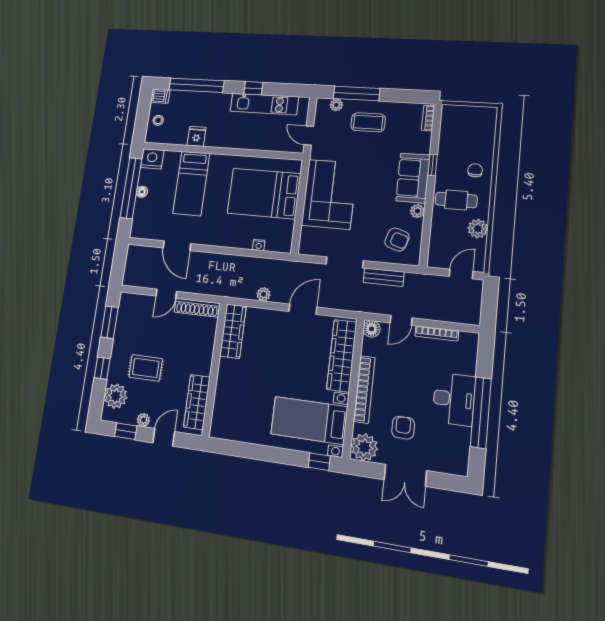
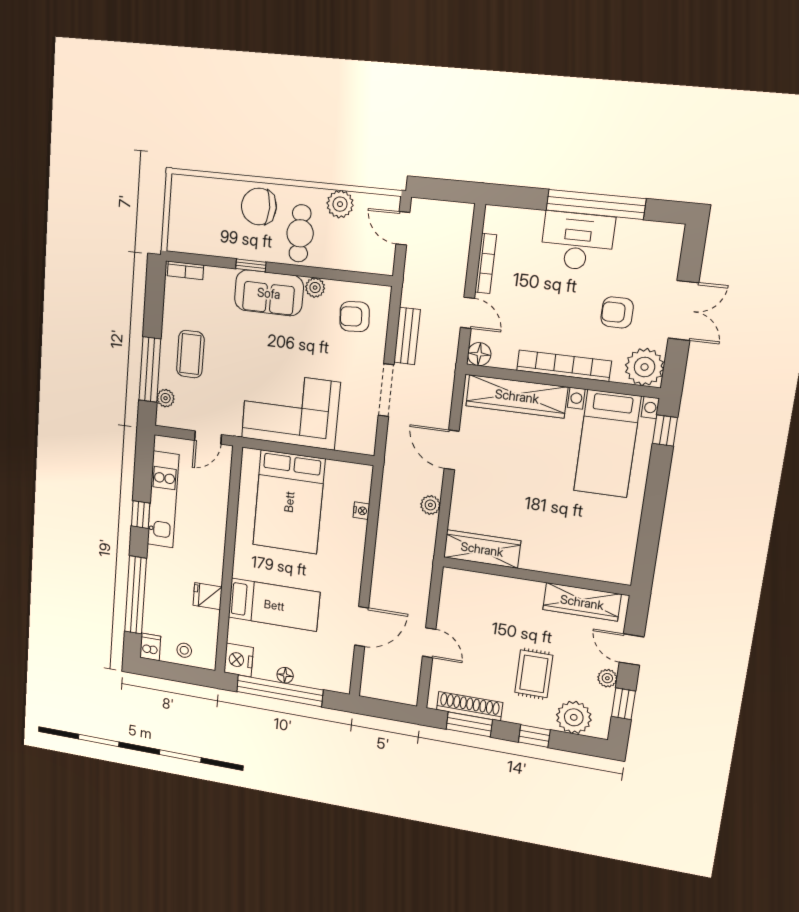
chair: (475, 170) -> (259, 206), width x1.87, depth x1.87
armchair: (397, 240) -> (355, 317), turned -112
shoe rack: (197, 308) -> (469, 706), moved, turned -90

